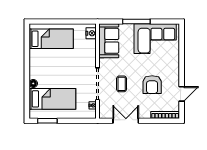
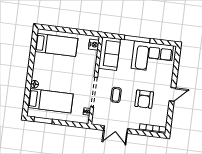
door: (182, 94) -> (172, 94), moved
double door: (126, 121) -> (116, 130), swing flipped

